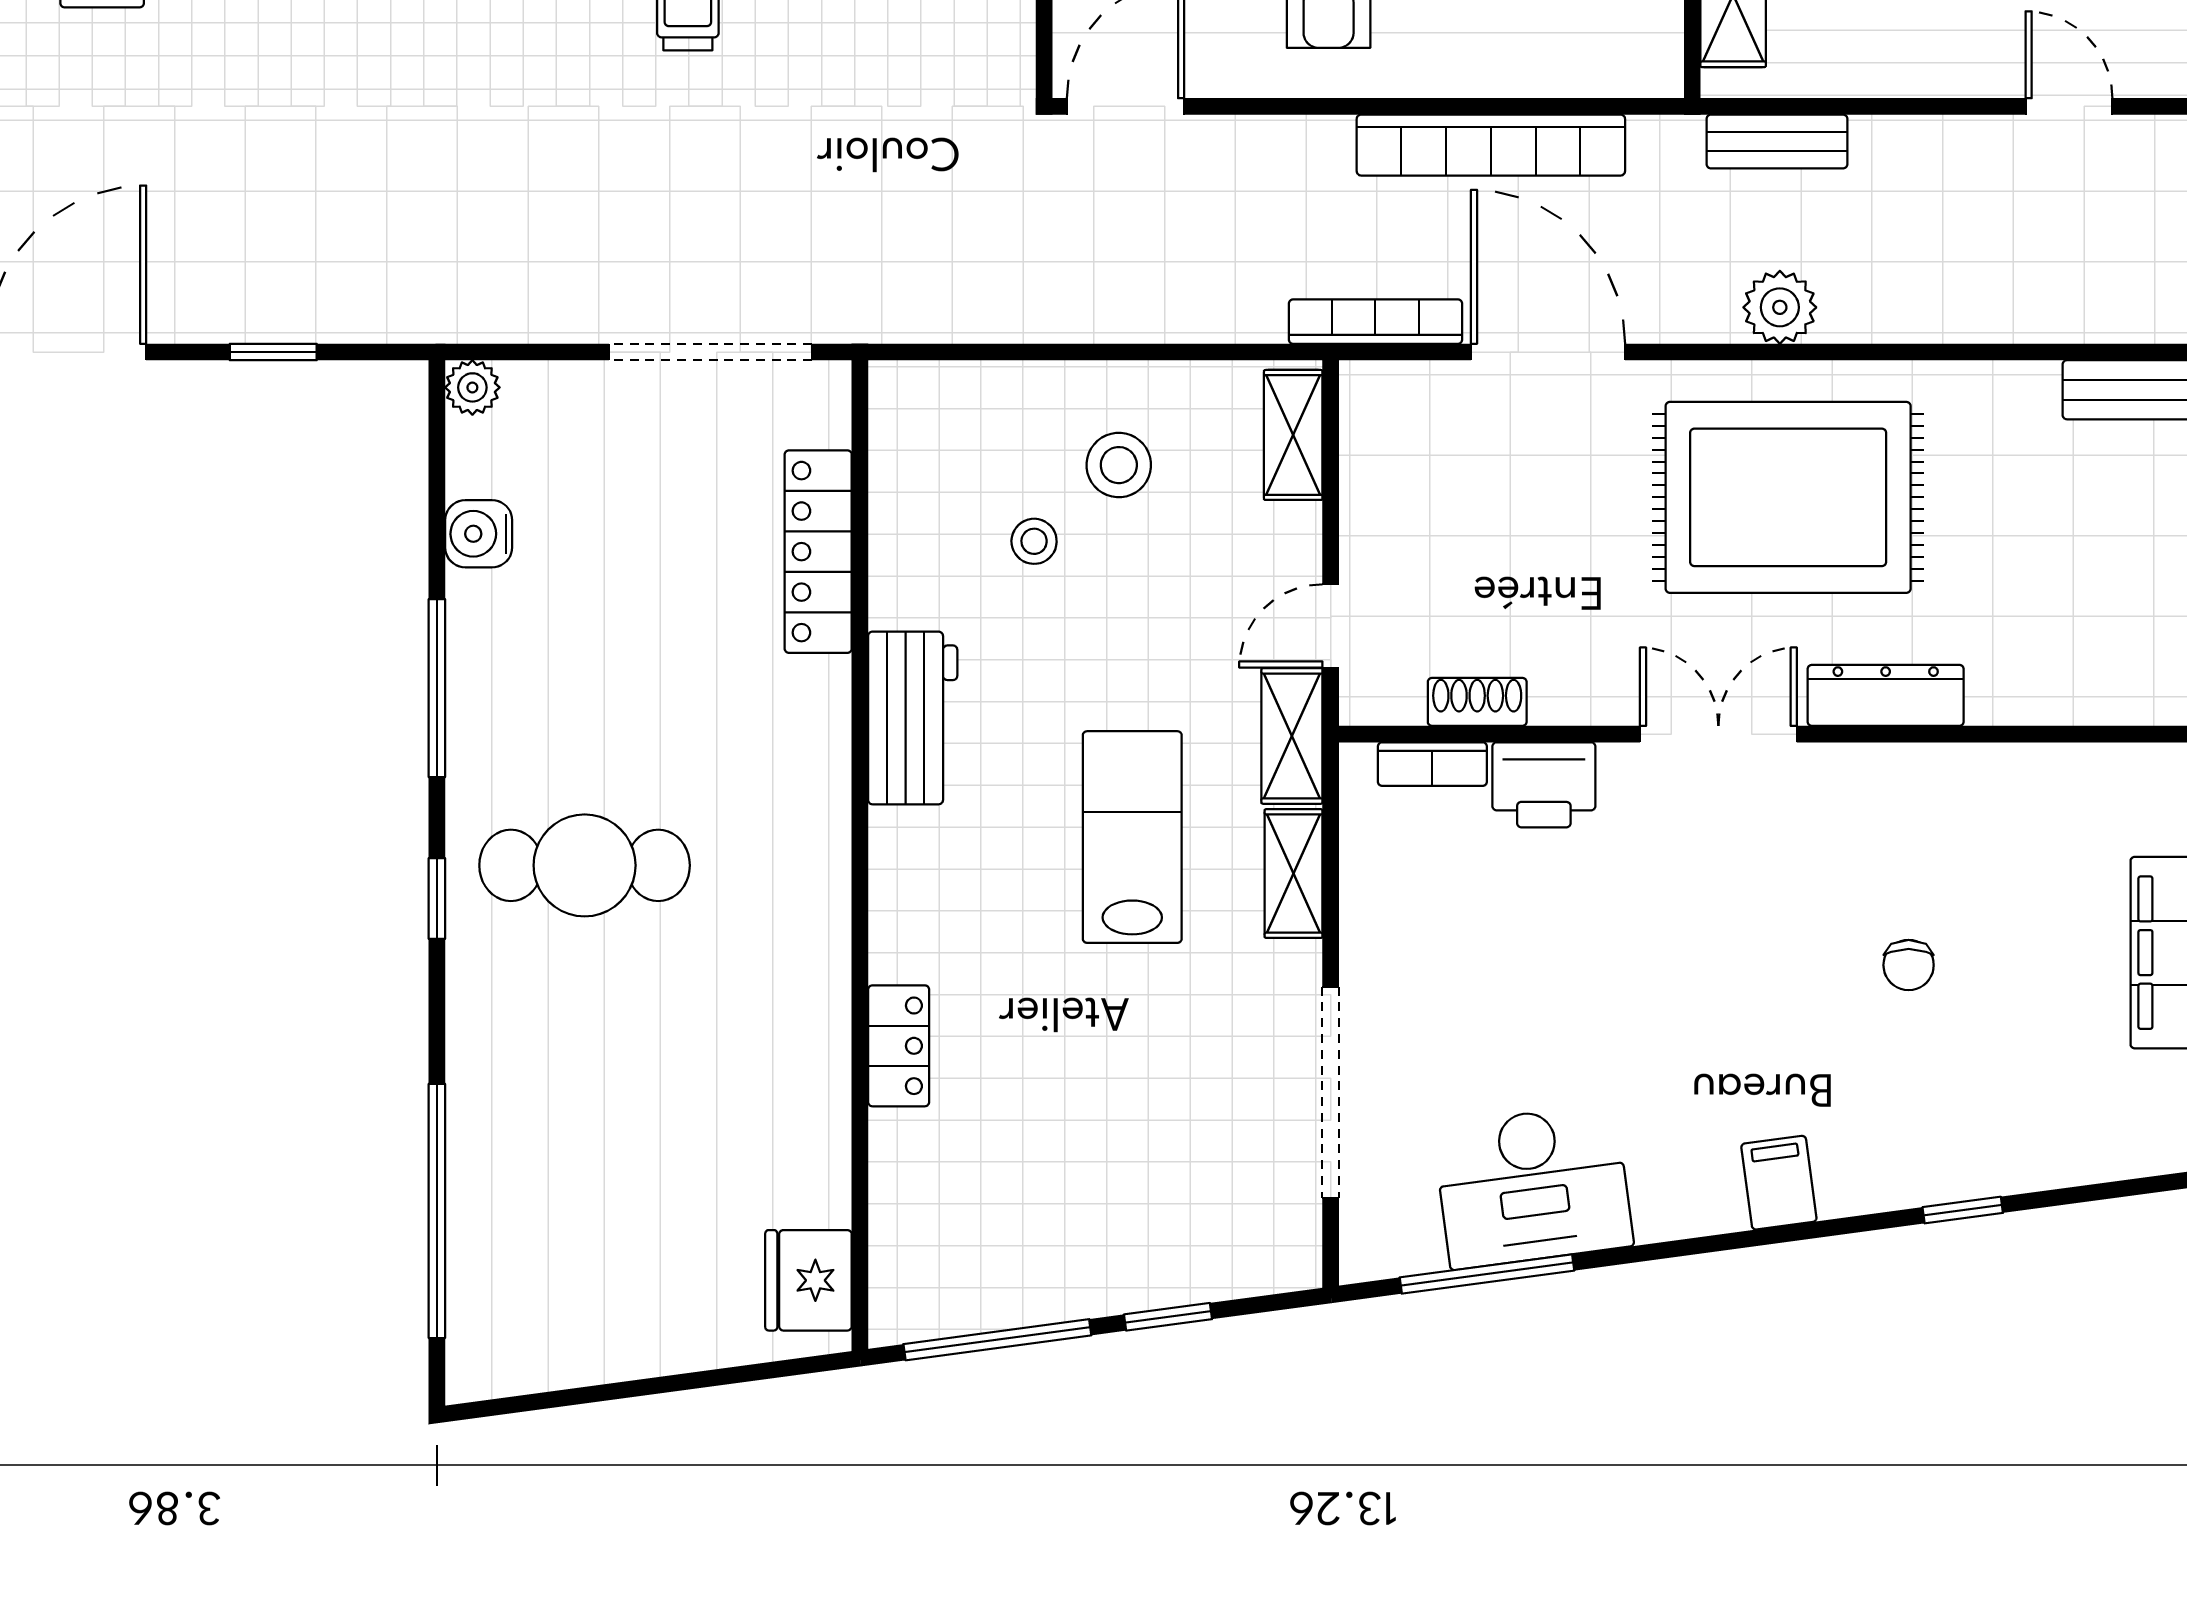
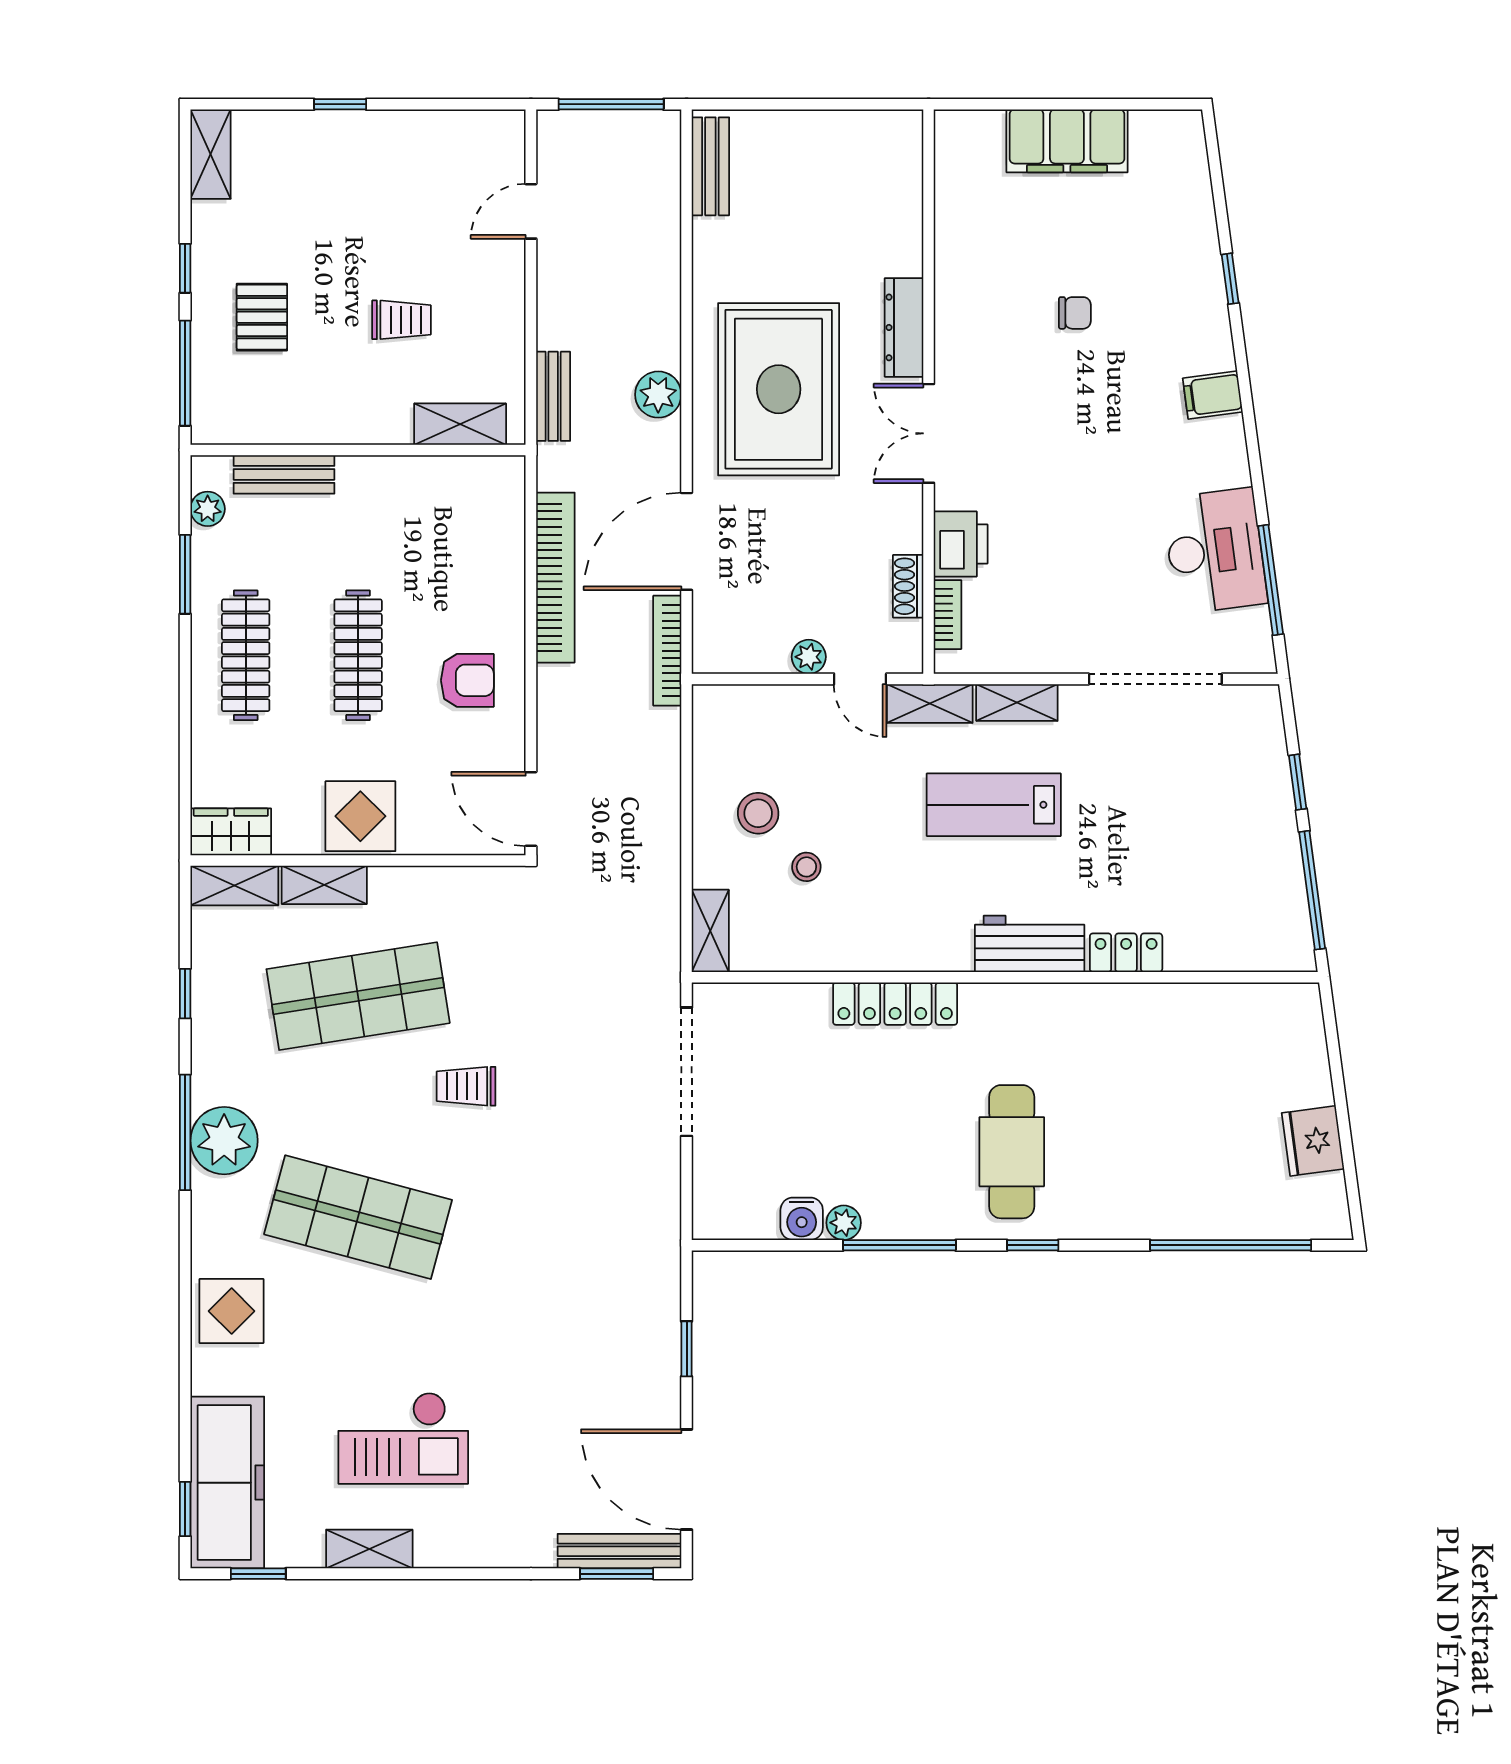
plant: (472, 387) -> (844, 1223), moved
shelving: (1293, 435) -> (710, 931), moved, turned 90
plant: (1366, 545) -> (809, 657), added
locker: (818, 552) -> (895, 1004), moved
workbench: (913, 718) -> (1030, 944), moved
fridge: (808, 1280) -> (1313, 1141), moved, turned 82

